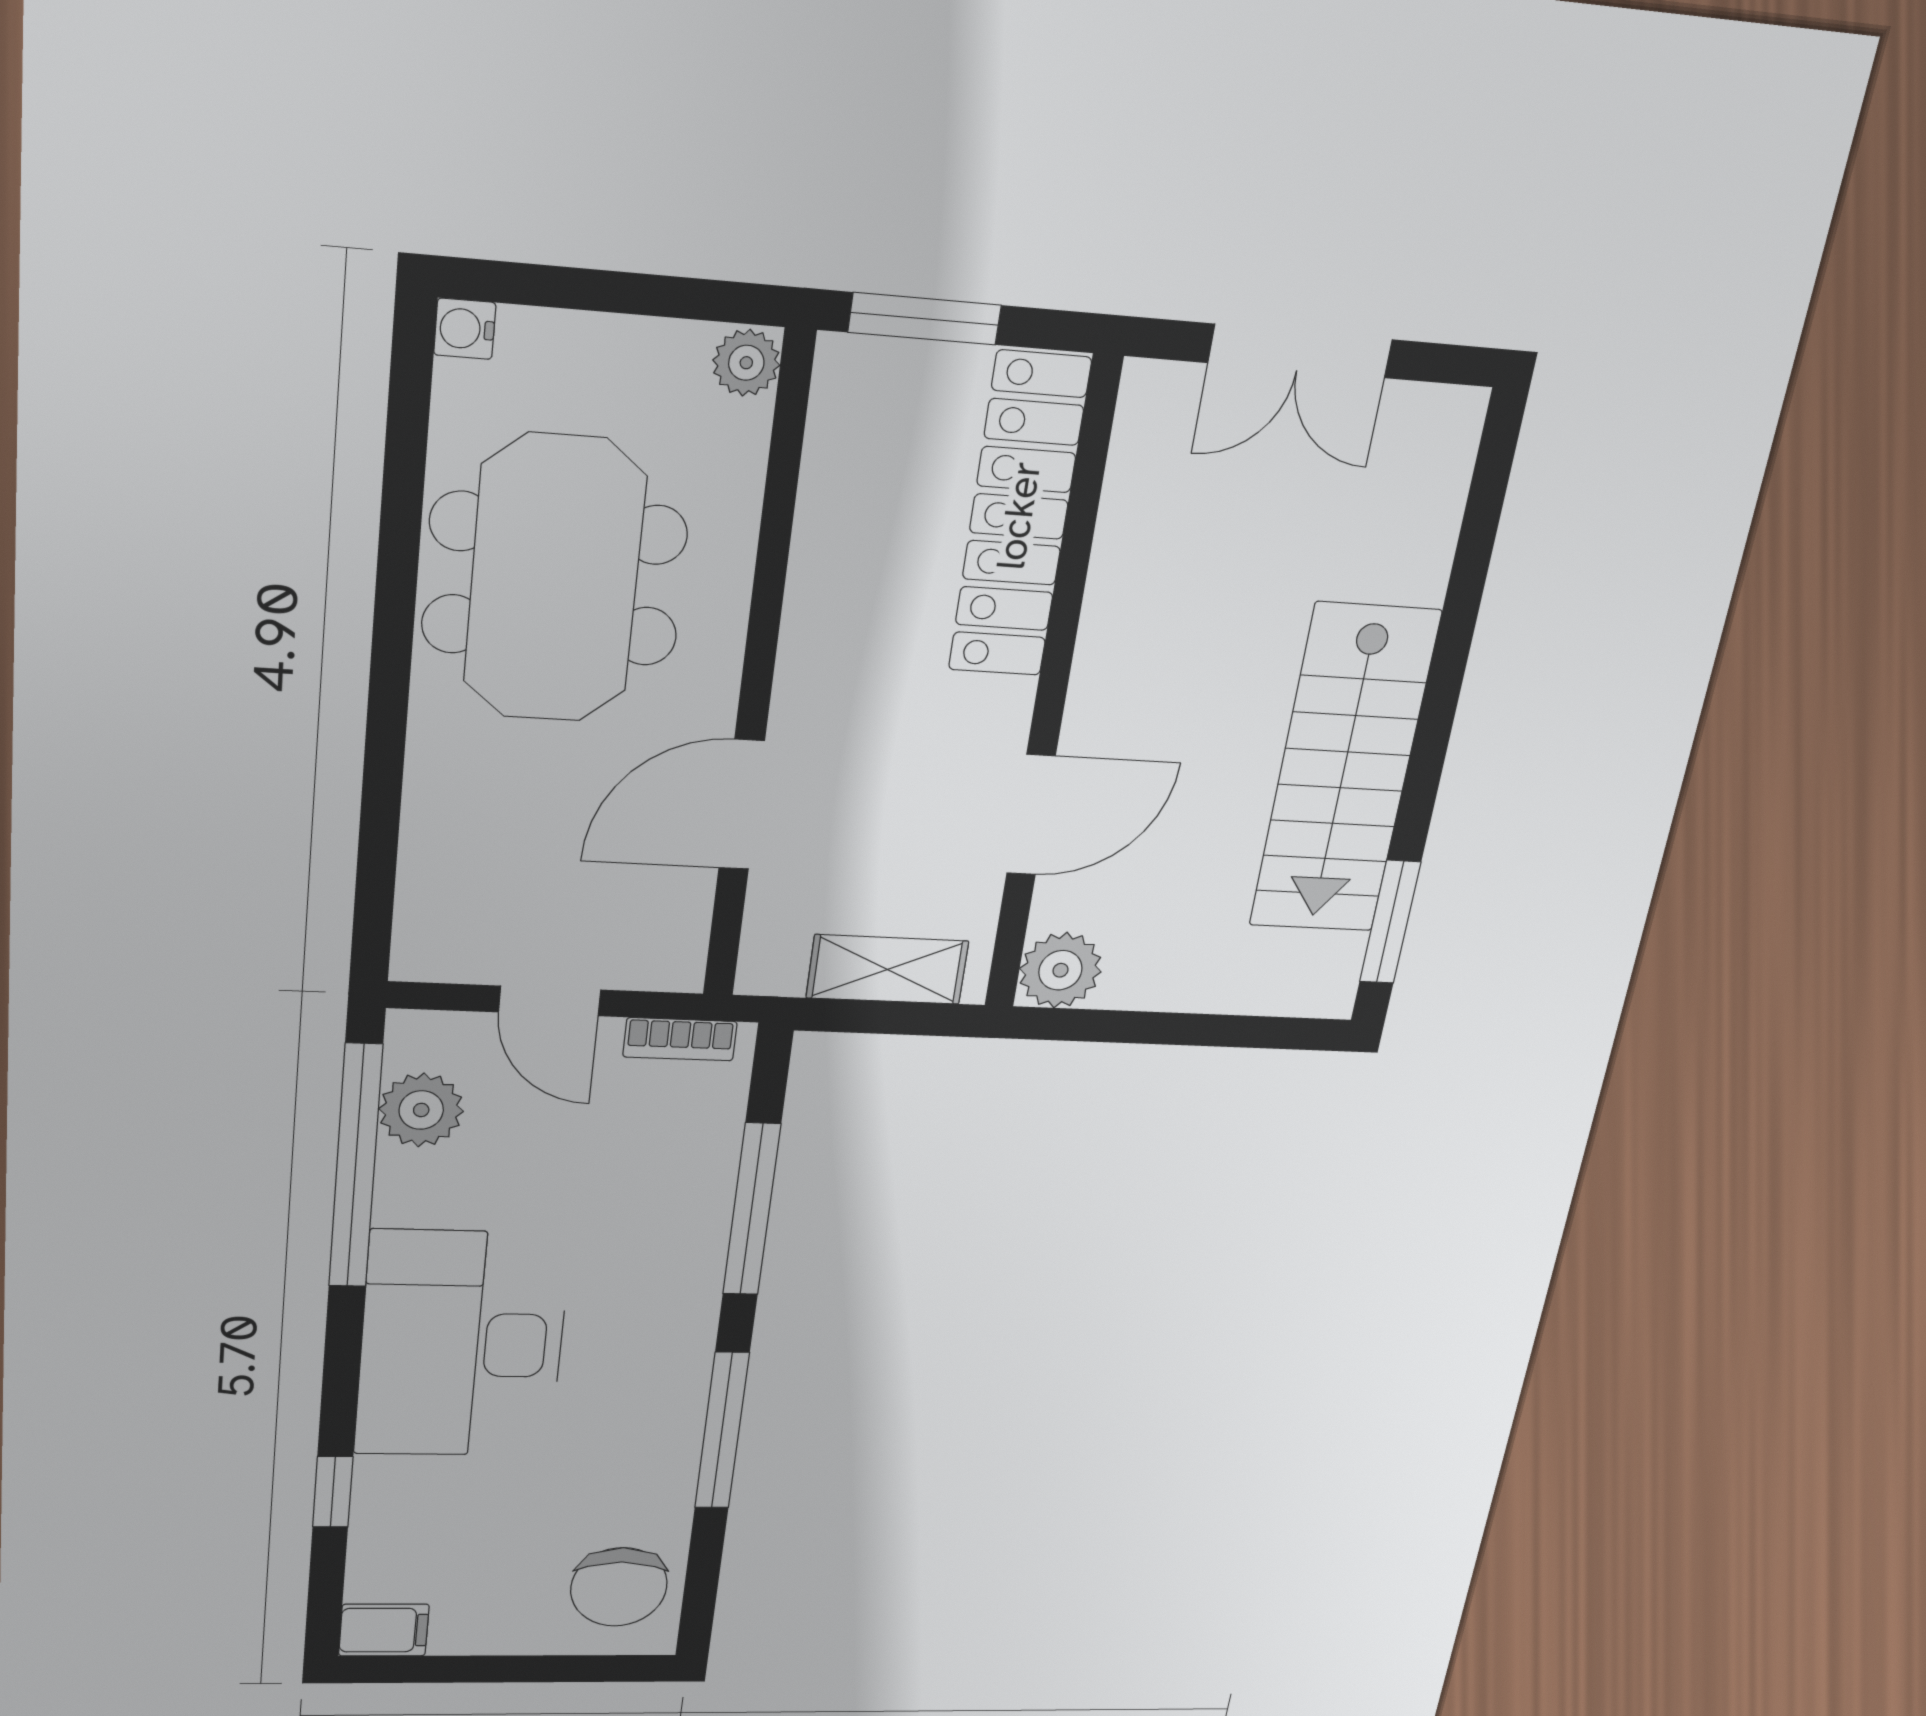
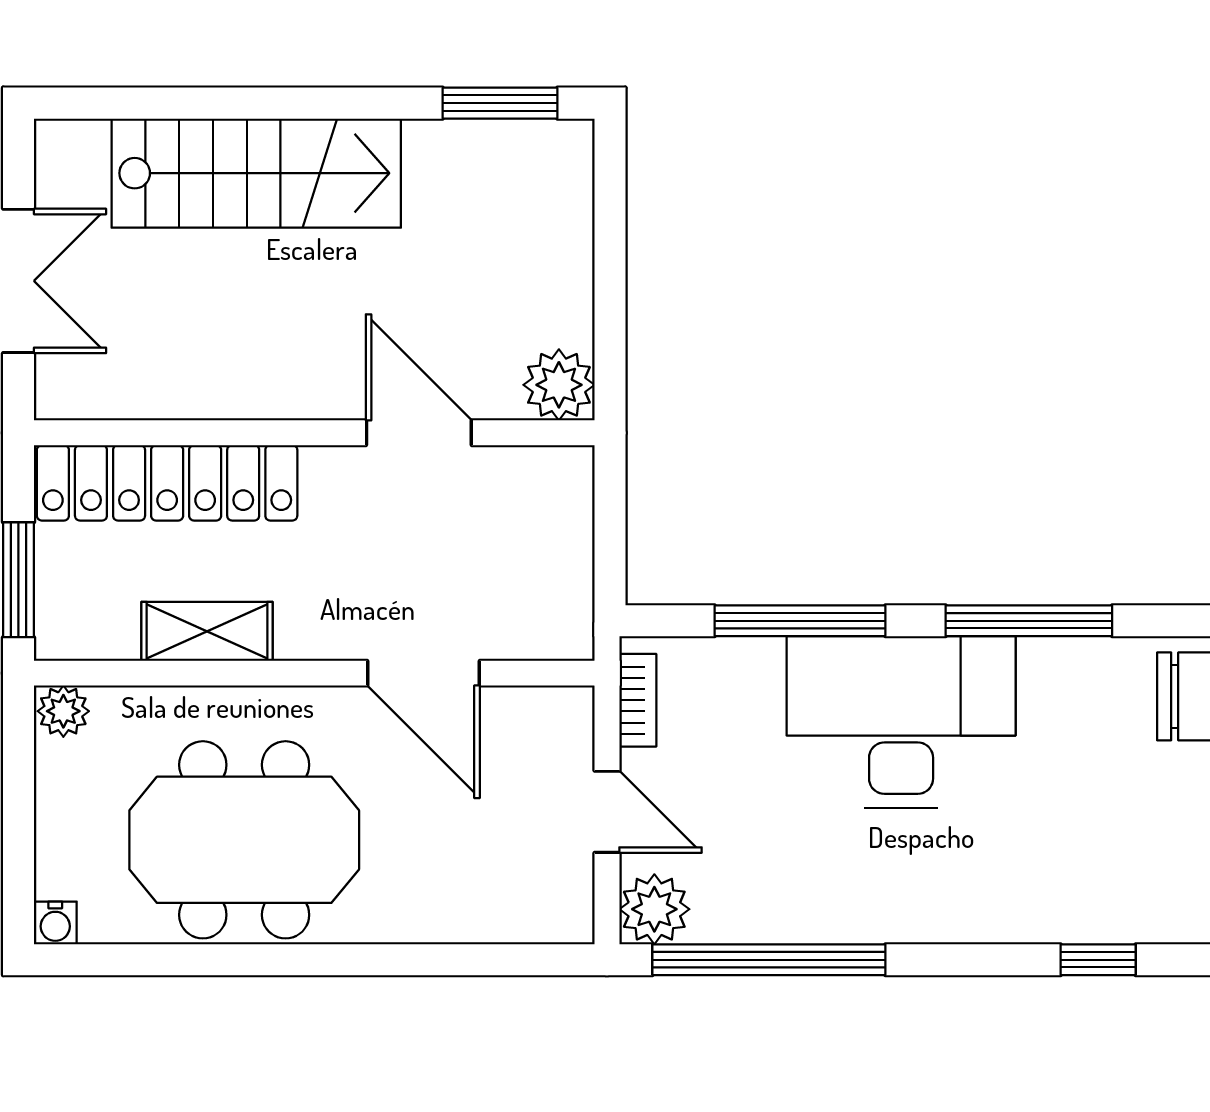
stairs: (1344, 770) -> (256, 173), moved
shelving: (887, 969) -> (207, 631), moved, turned 90
door: (550, 1001) -> (607, 812), hinge flipped
plant: (421, 1110) -> (654, 909), moved
desk: (462, 1345) -> (901, 722), moved, turned 180

